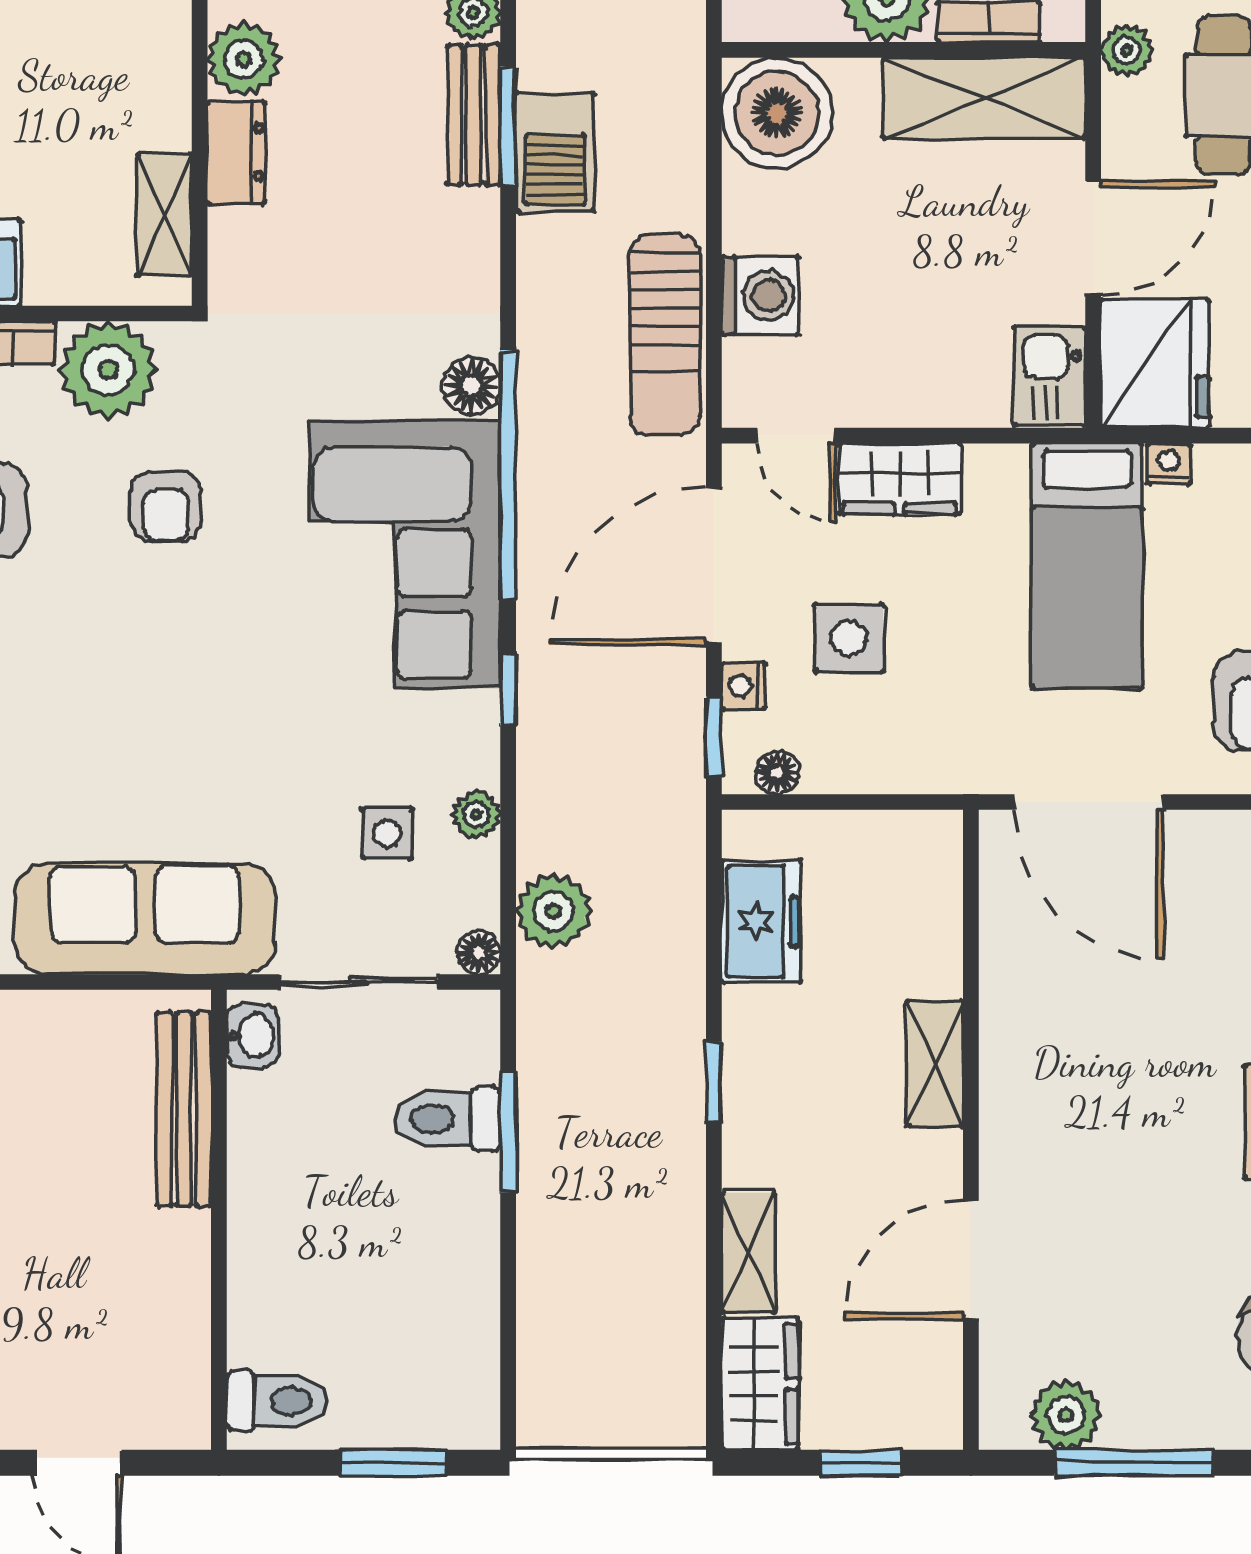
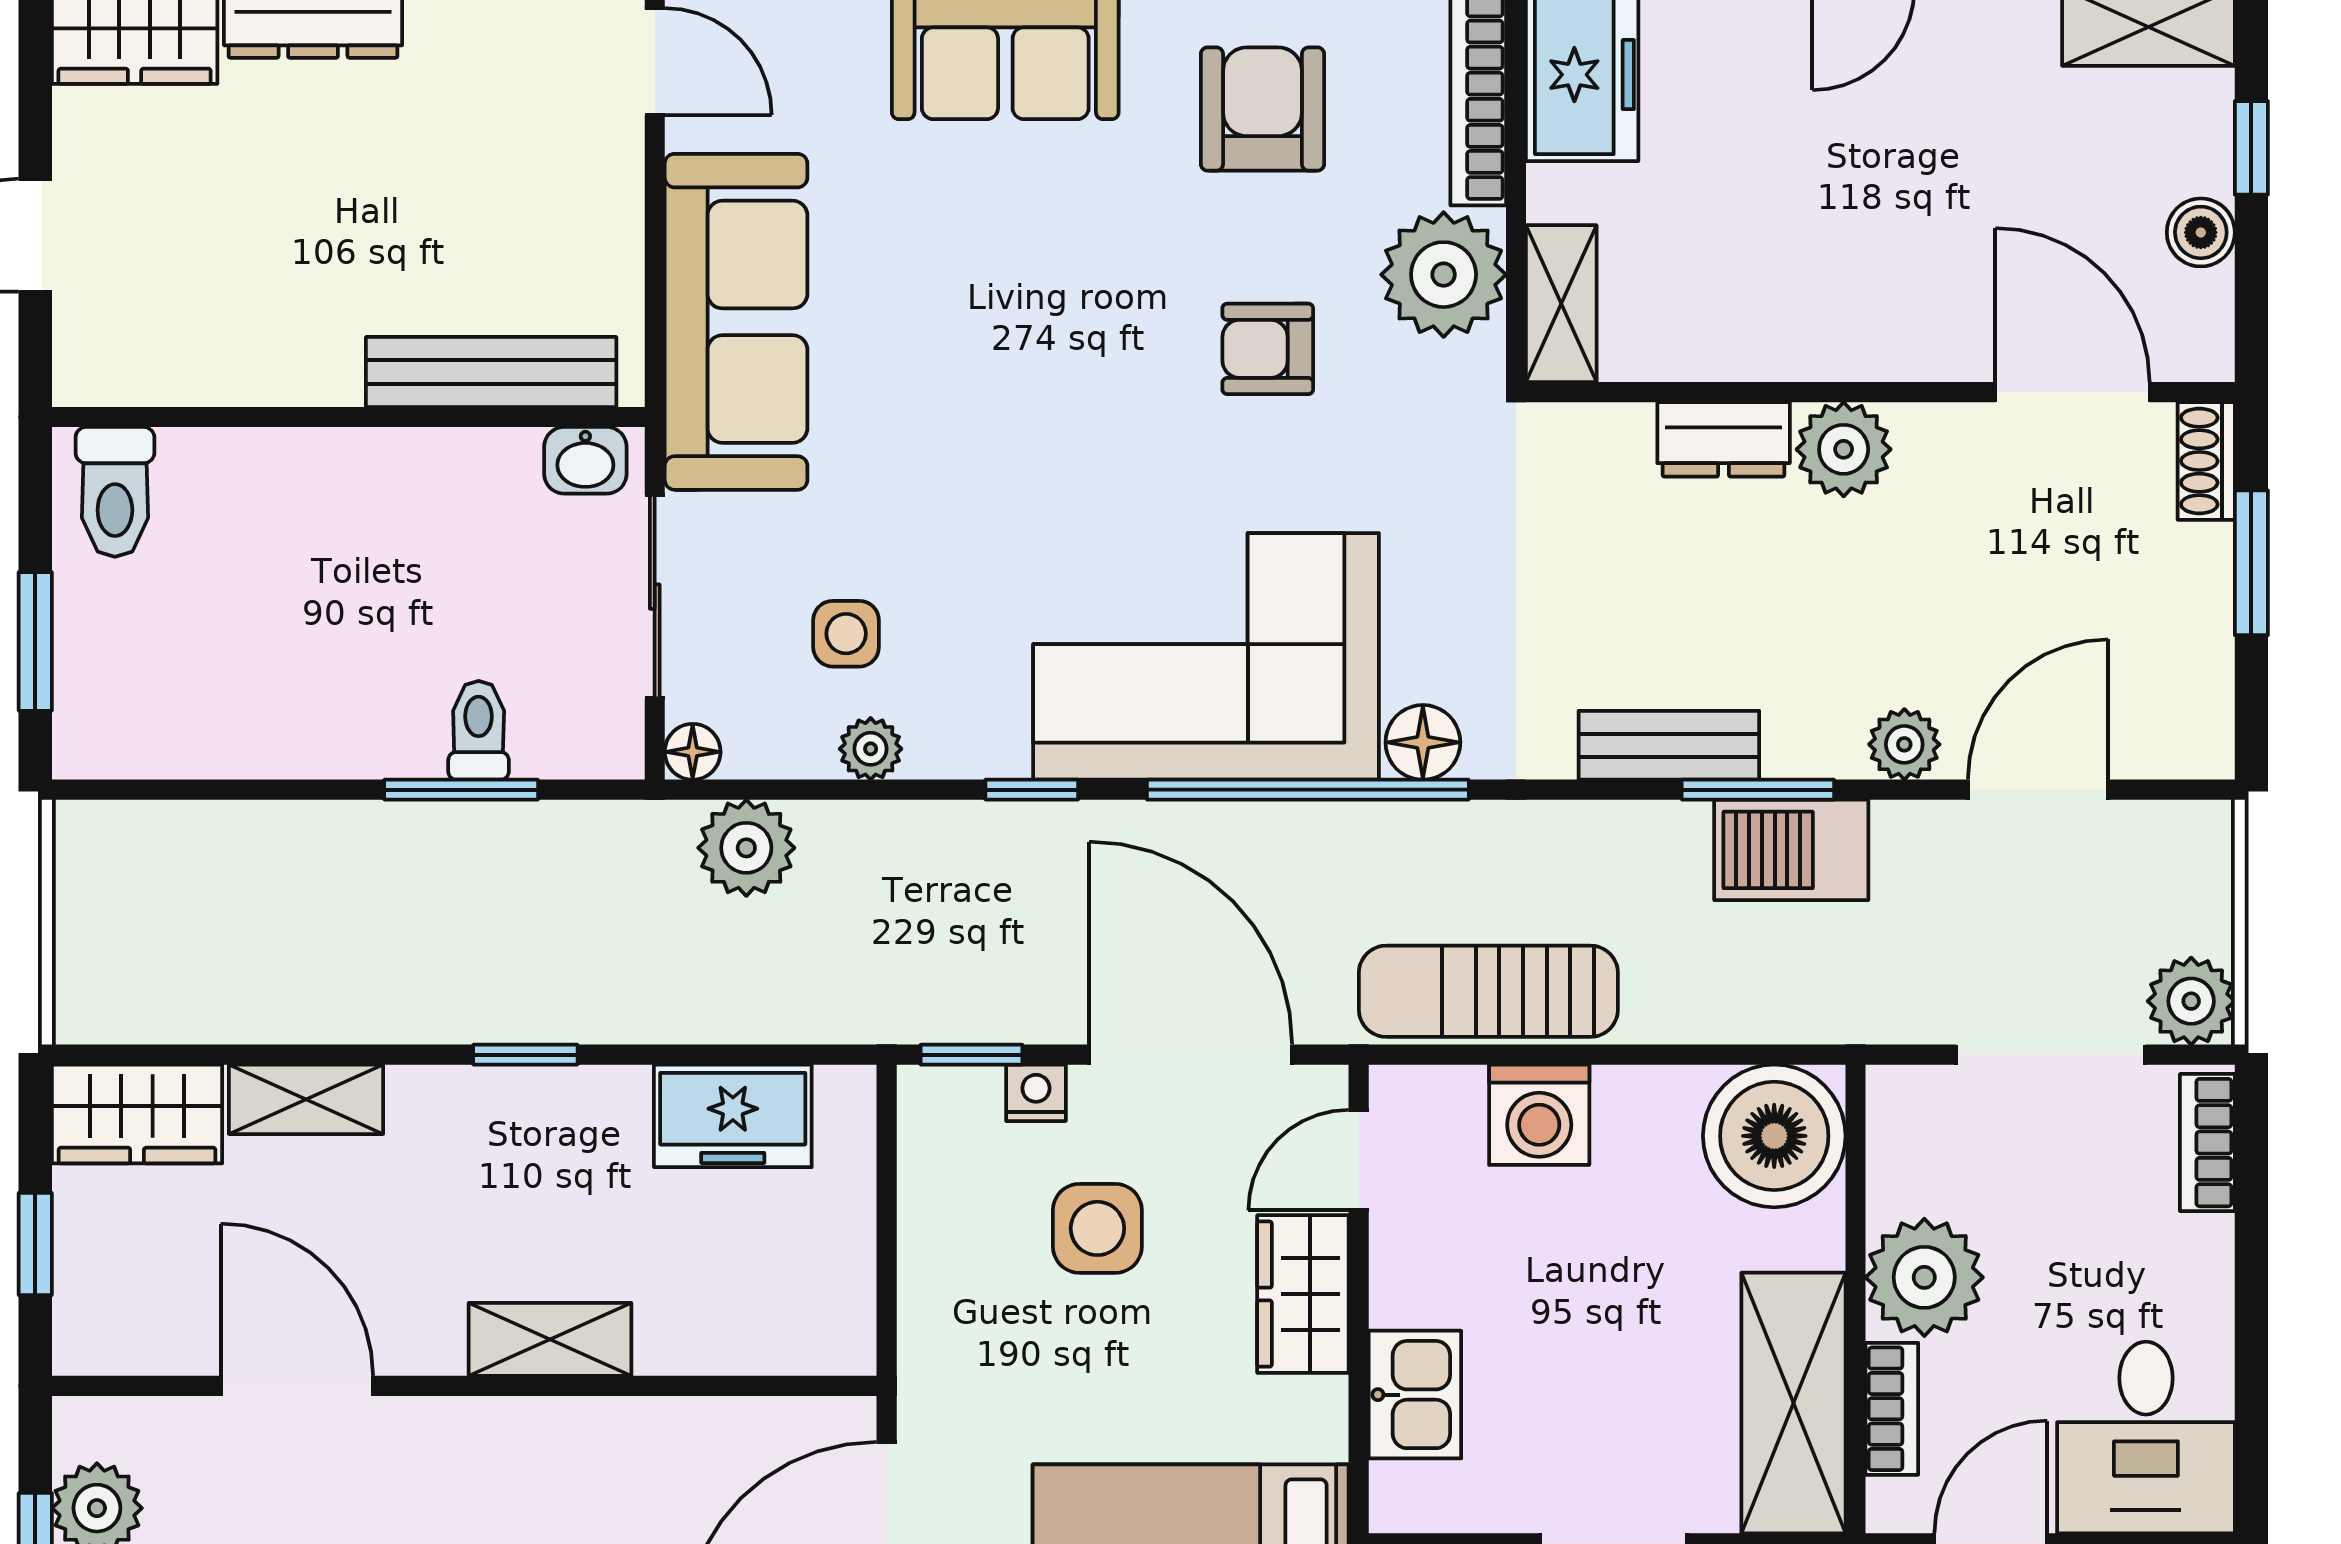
bench: (474, 115) -> (1669, 745), moved
barbecue: (555, 152) -> (1791, 850), moved
shelving: (164, 215) -> (1561, 304), moved, turned 90
kitchen sink: (1049, 376) -> (1415, 1395), moved, turned 90
floor lamp: (777, 773) -> (925, 1136), removed
toilet: (447, 1119) -> (479, 730), width x0.73, depth x0.72

